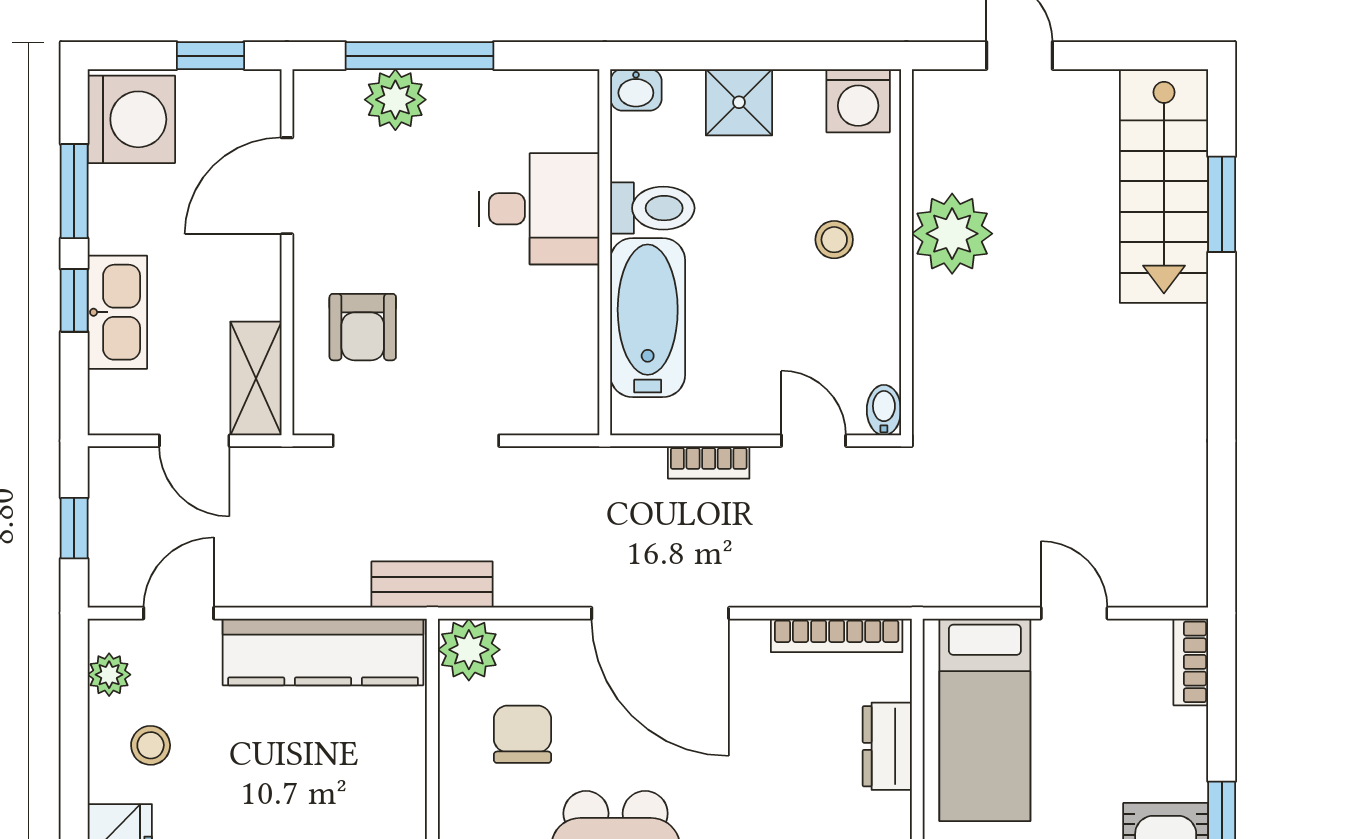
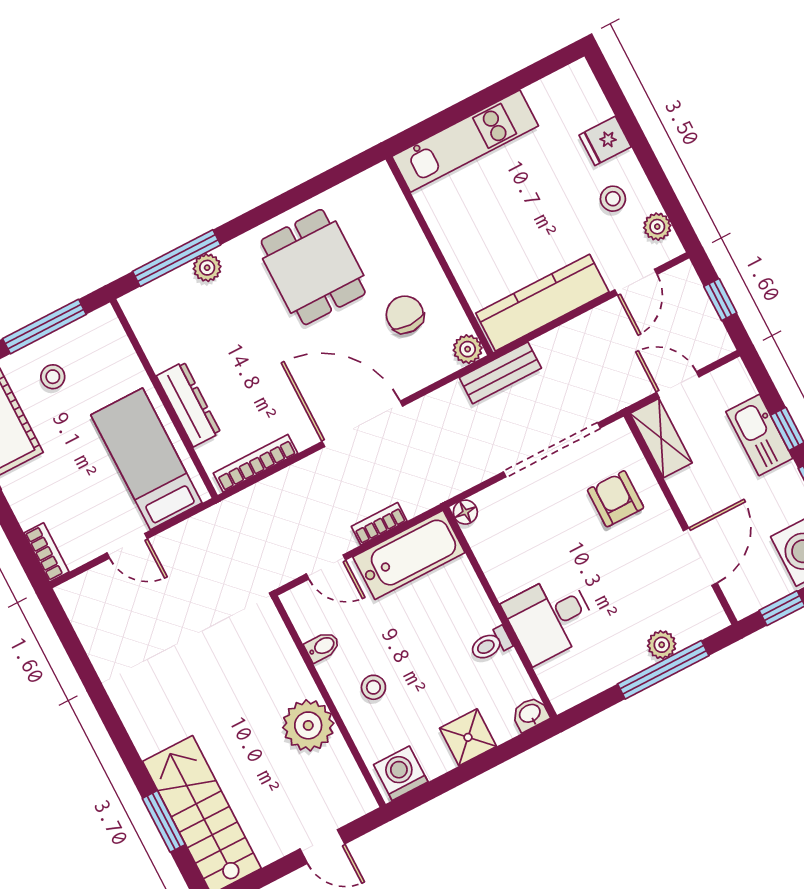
plant: (395, 100) -> (662, 645), width x0.73, depth x0.73
toilet: (652, 208) -> (491, 644), width x0.73, depth x0.72
bathtub: (648, 318) -> (409, 555), moved, turned -90
bidet: (884, 410) -> (322, 647), moved, turned -90
floor lamp: (581, 417) -> (465, 512), added
plant: (469, 650) -> (468, 349), width x0.73, depth x0.73
chair: (523, 734) -> (405, 315), turned 180
dresser: (887, 746) -> (188, 404), width x1.44

